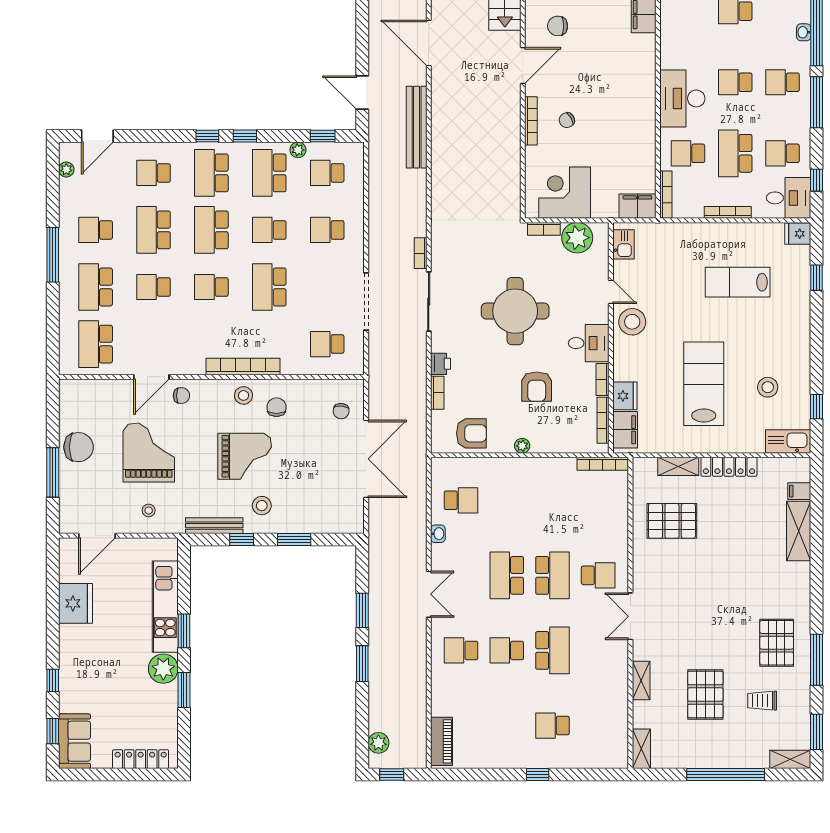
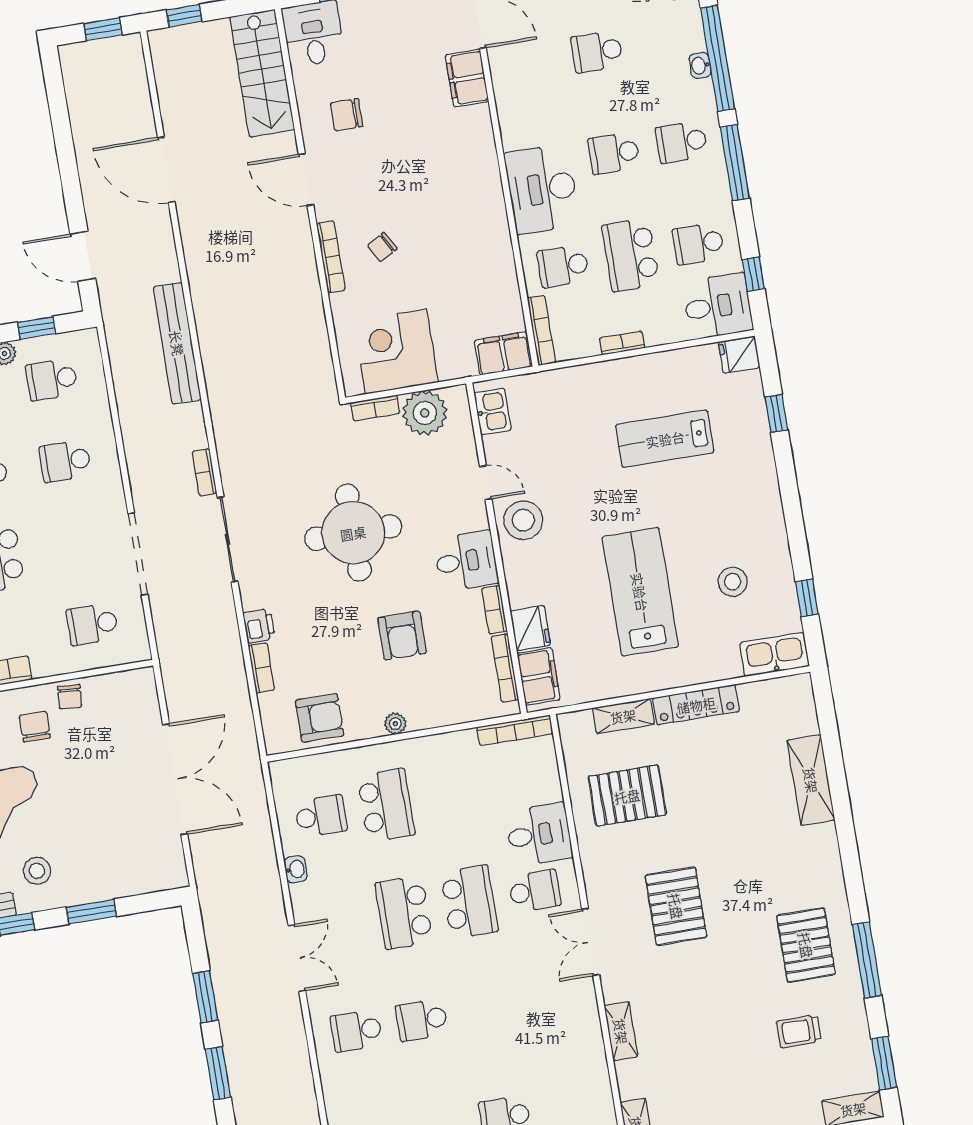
door: (523, 66) -> (306, 180), swing flipped
bench: (417, 127) -> (177, 343), moved
bookcase: (728, 212) -> (622, 343), width x0.64
chair: (341, 411) -> (70, 697), moved
filing cabinet: (799, 491) -> (802, 723), removed
desk: (607, 537) -> (539, 834), added
school desk: (552, 650) -> (386, 805), moved
pallet: (705, 694) -> (676, 906), moved

